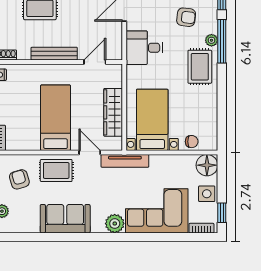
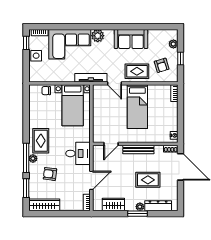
wardrobe: (113, 112) -> (99, 110), removed
floor lamp: (207, 165) -> (36, 75), removed

